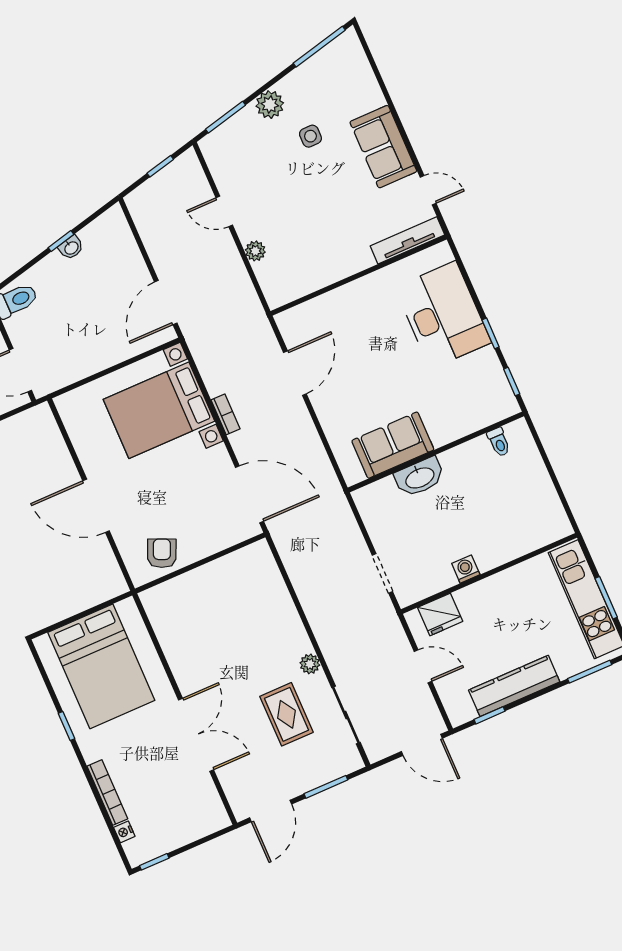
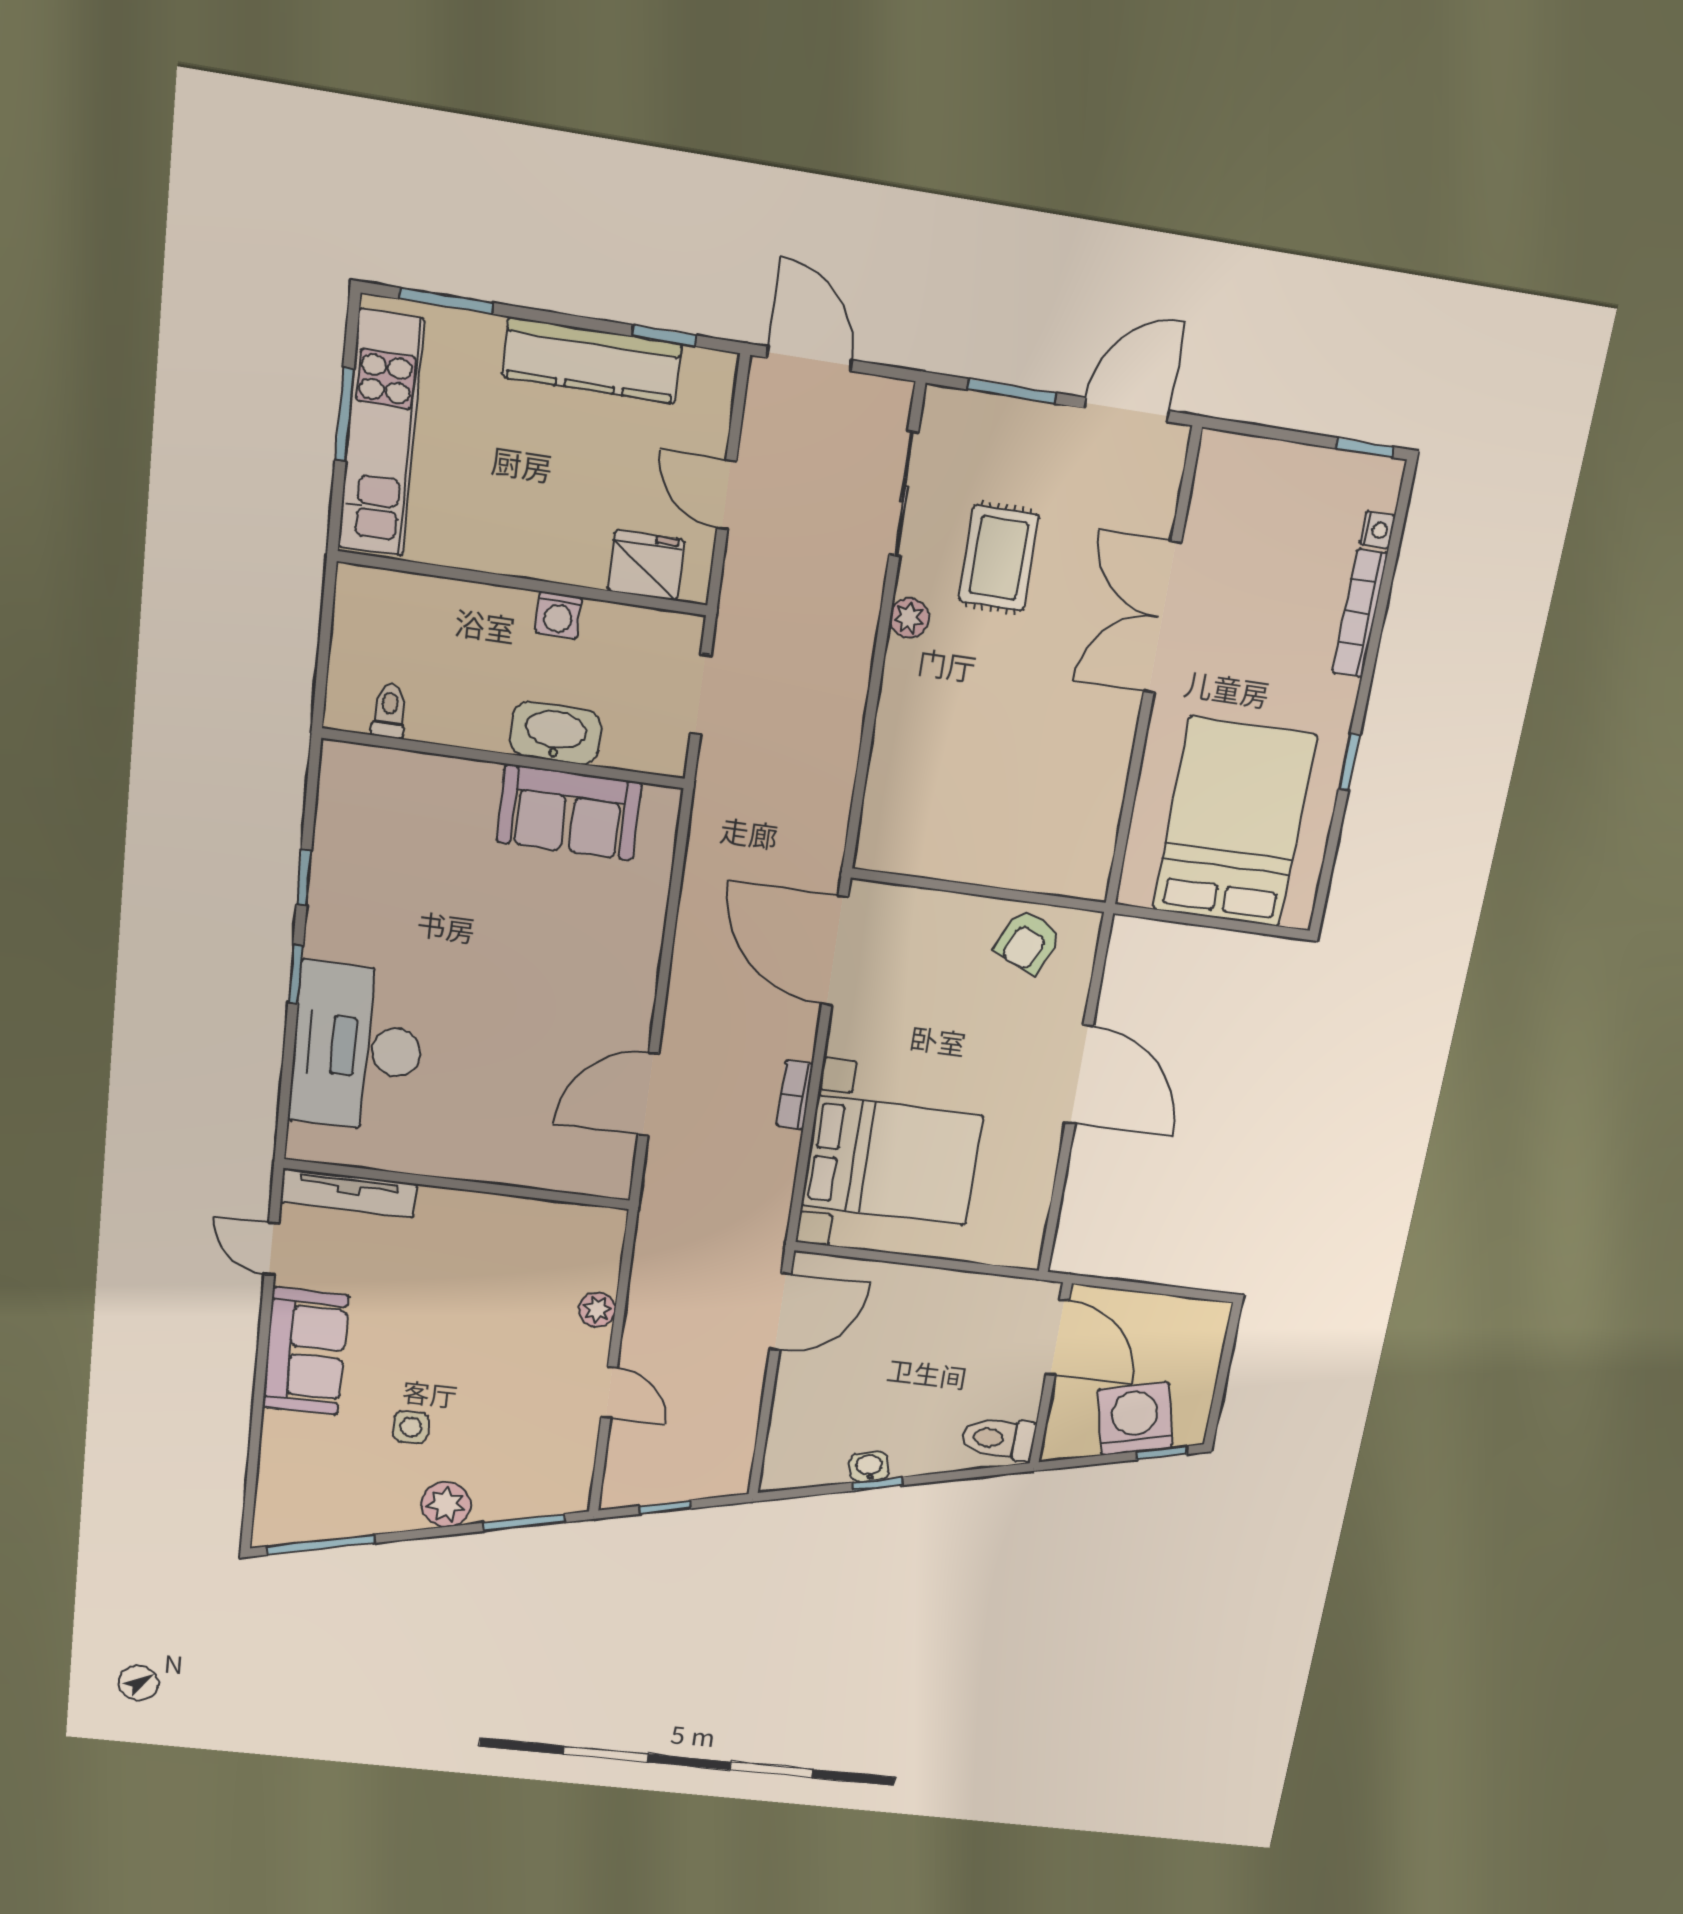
toilet: (499, 442) -> (389, 711), moved
sofa: (393, 445) -> (569, 812), moved
wall: (436, 452) -> (504, 758), moved
washbasin: (420, 477) -> (556, 733), moved

